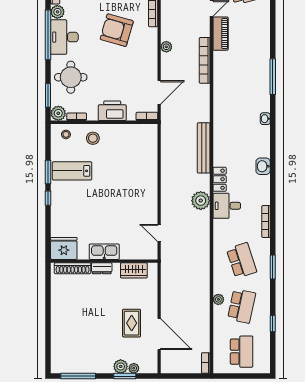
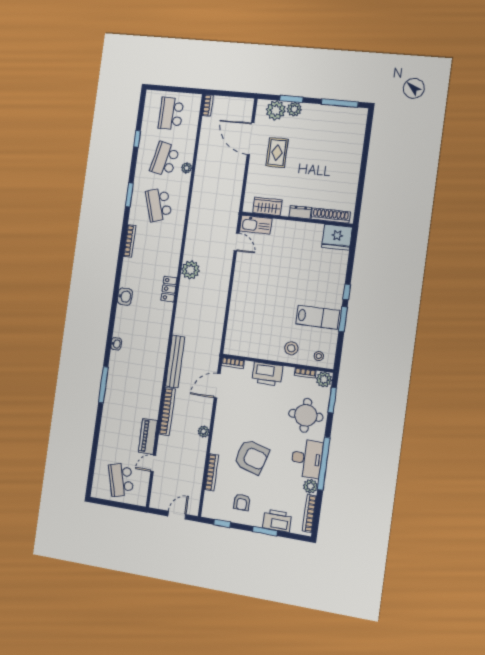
bench: (204, 148) -> (175, 362), moved
desk: (227, 206) -> (166, 261), removed
kitchen sink: (104, 252) -> (256, 225), moved
plant: (134, 368) -> (276, 110), width x1.87, depth x1.87

